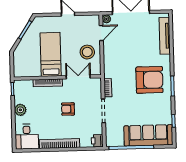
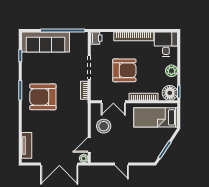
tv unit: (165, 36) -> (27, 145), width x0.71
bed: (51, 54) -> (156, 117), moved, turned 90
floor lamp: (21, 87) -> (170, 93), added
armchair: (68, 109) -> (124, 70), width x1.88, depth x1.88

